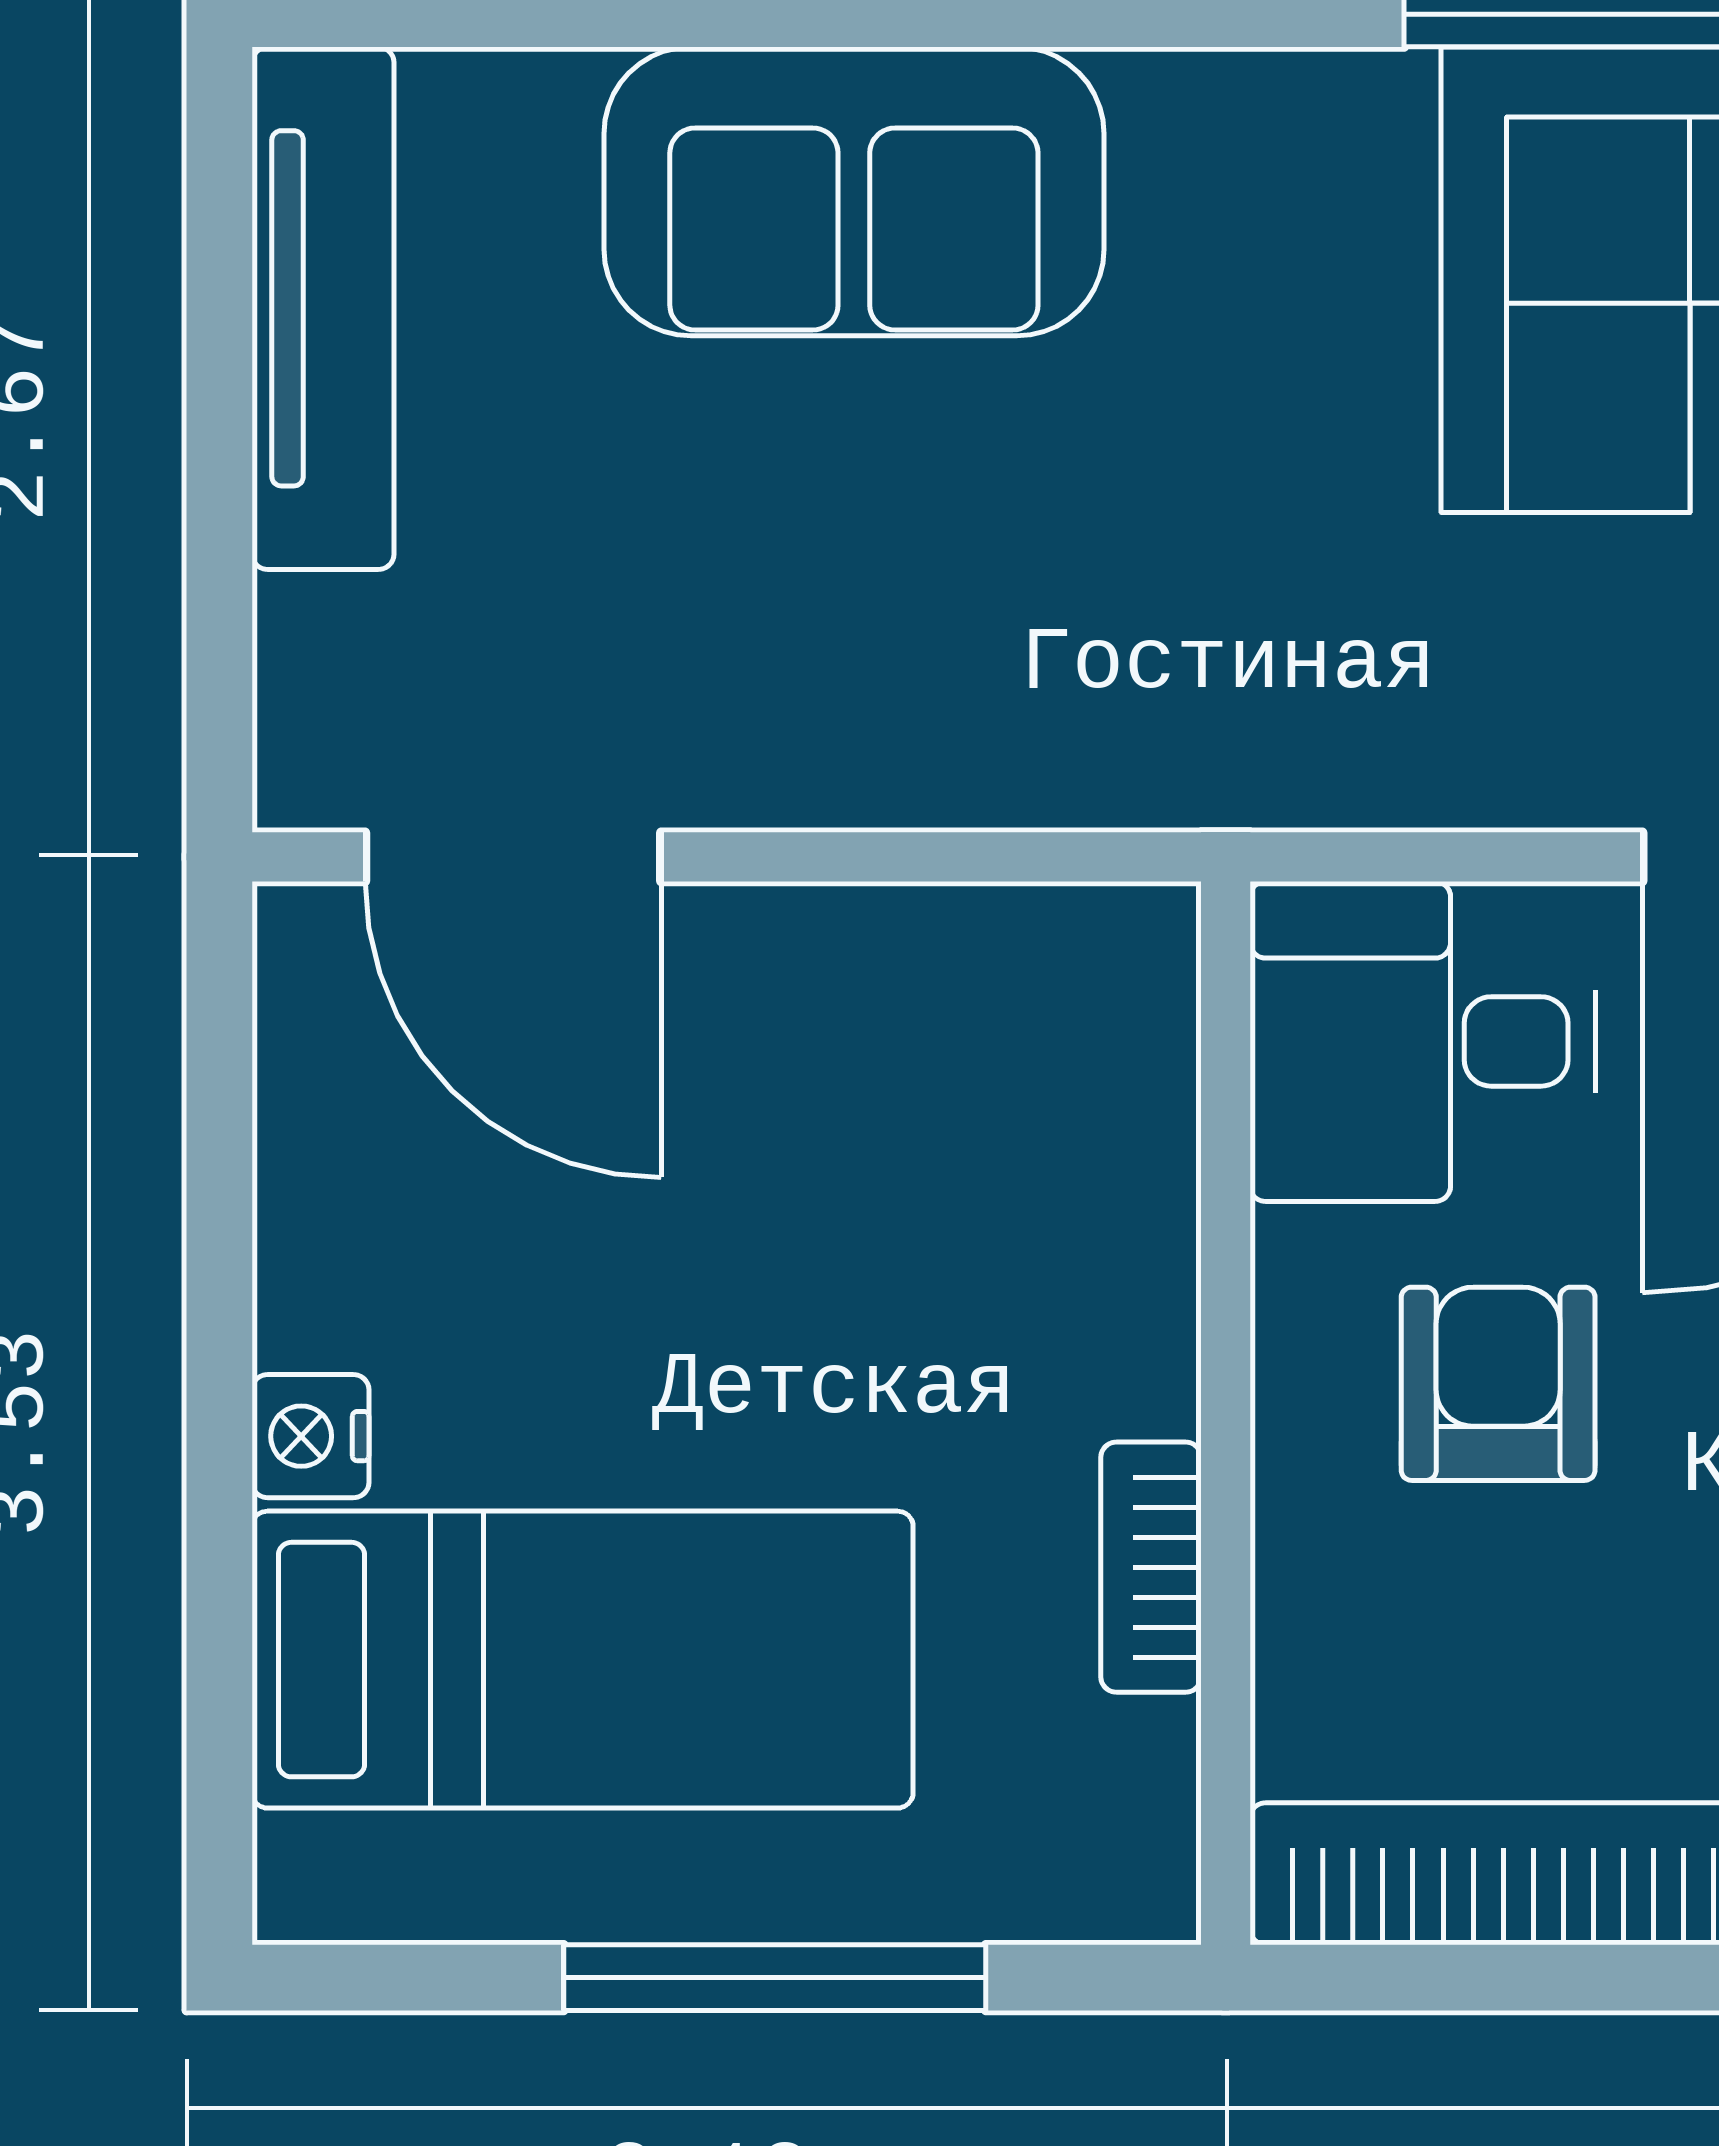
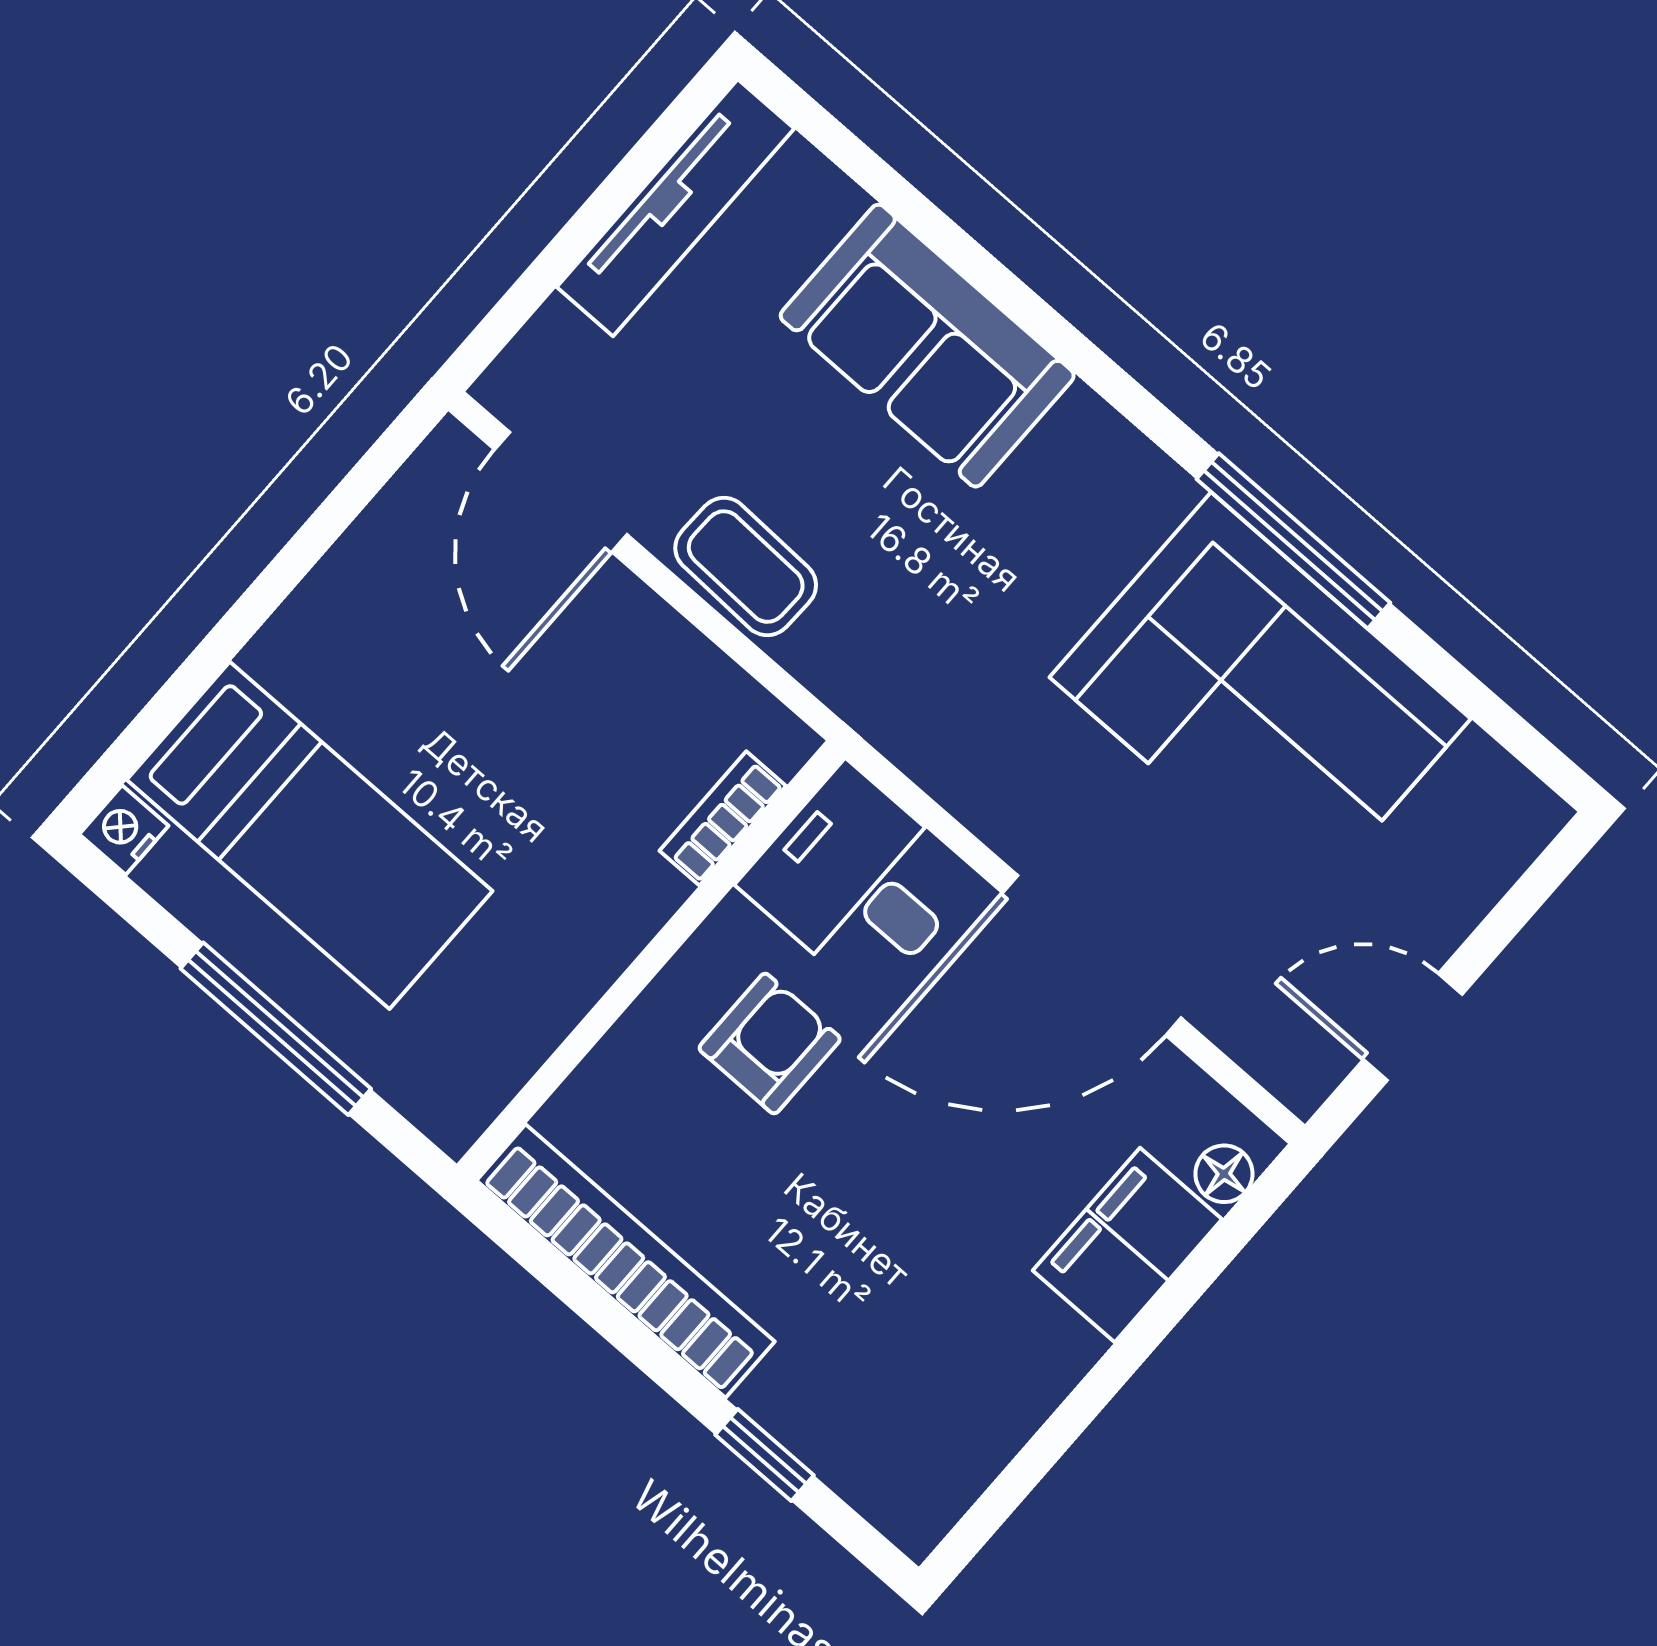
coffee table: (870, 733) -> (746, 567), added
nightstand: (310, 1436) -> (124, 830), moved
bookcase: (1151, 1567) -> (723, 818), moved

